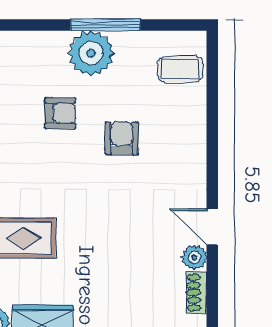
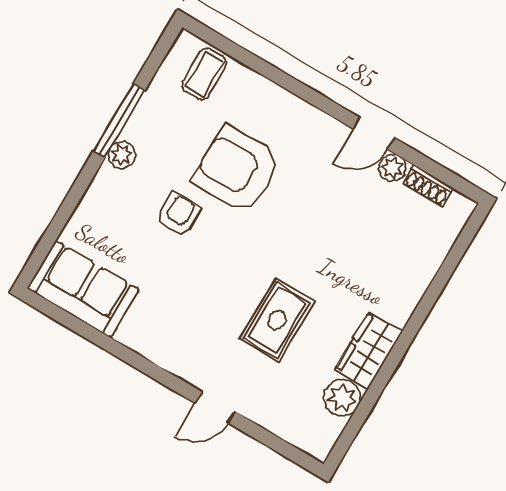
plant: (91, 53) -> (122, 155), width x0.53, depth x0.53
armchair: (122, 138) -> (237, 170), width x1.88, depth x1.88

